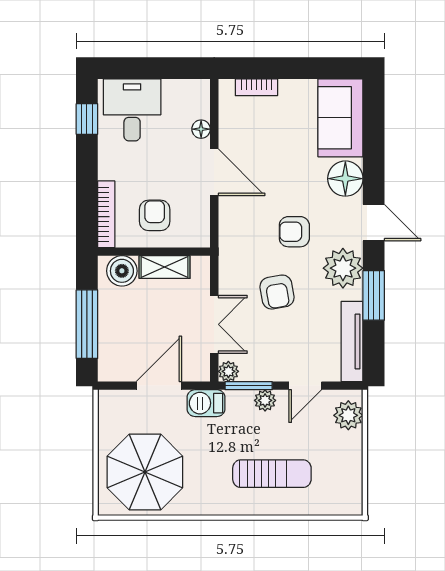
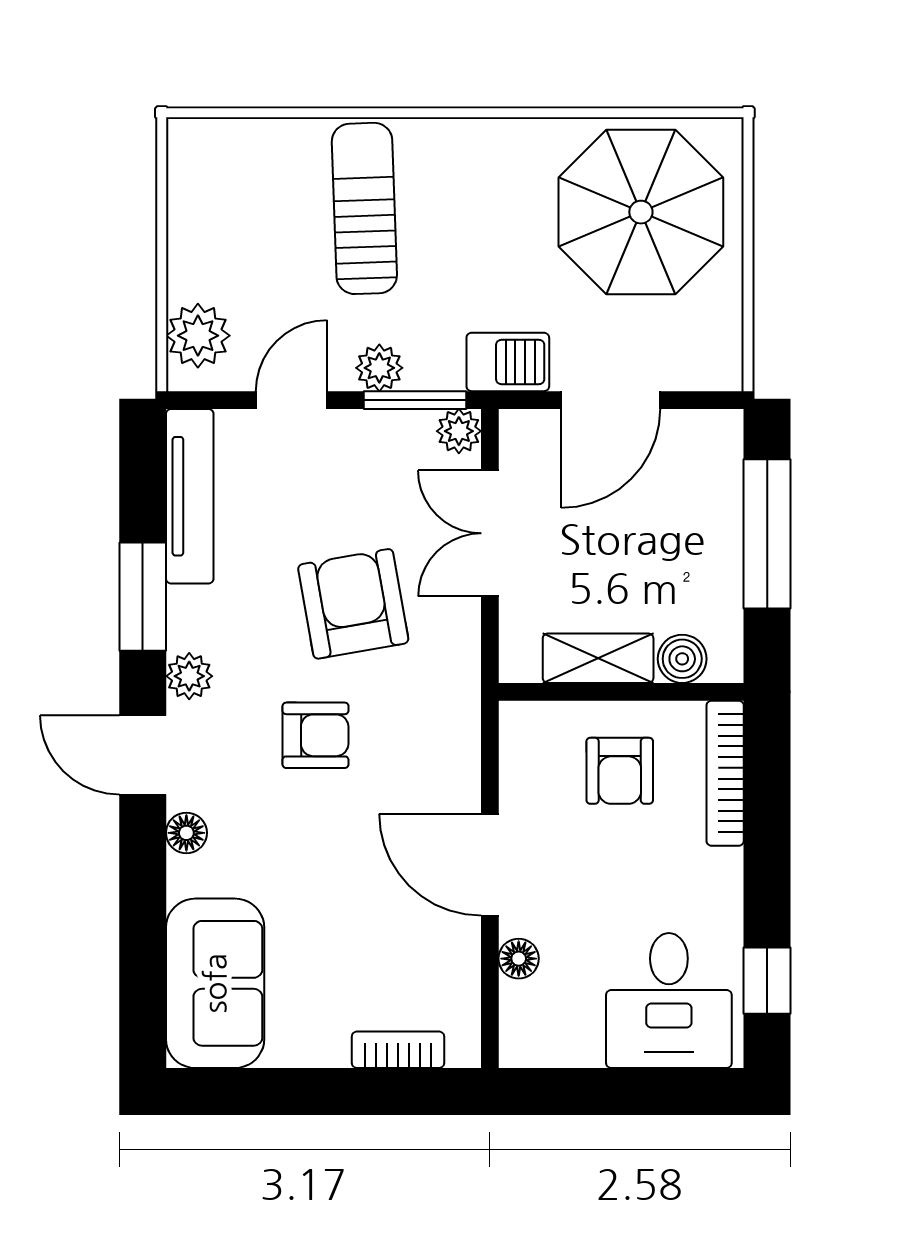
floor lamp: (345, 179) -> (186, 833), width x0.53, depth x0.53
plant: (343, 268) -> (189, 676), width x0.53, depth x0.53
boiler: (122, 271) -> (682, 659), width x0.73, depth x0.73
armchair: (277, 292) -> (353, 604), width x1.38, depth x1.38
sun lounger: (272, 474) -> (364, 208), turned 88

